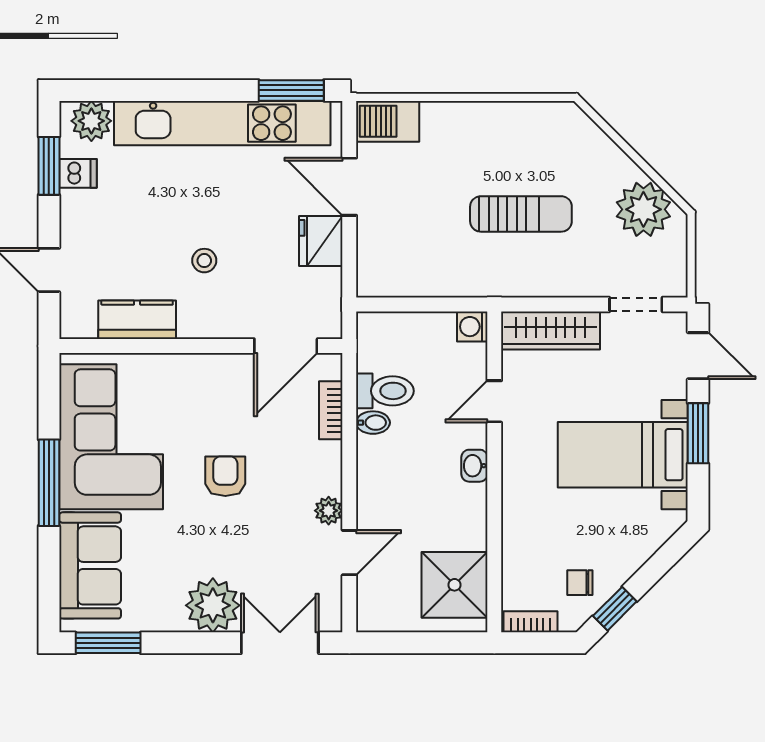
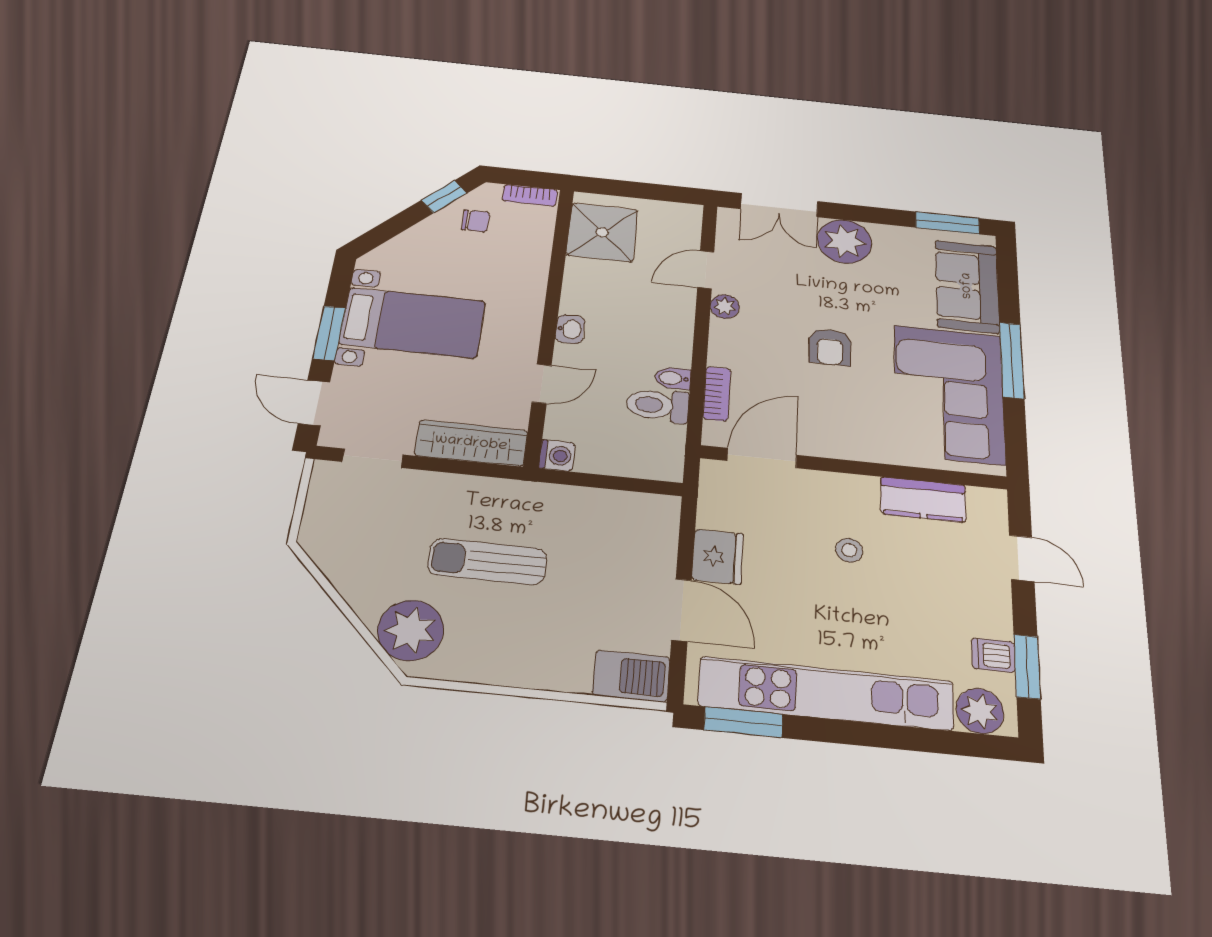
plant: (643, 209) -> (411, 630), moved

